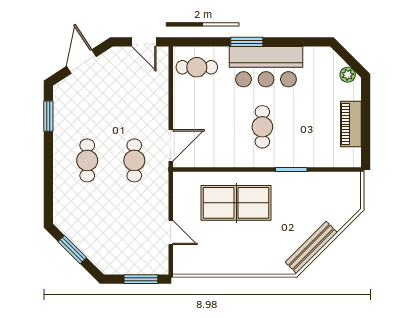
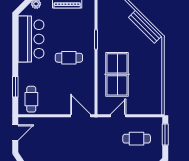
window: (247, 42) -> (15, 87), moved
bar counter: (266, 67) -> (31, 39), moved
cafe table: (134, 160) -> (137, 139), moved
door: (171, 233) -> (118, 116), moved

